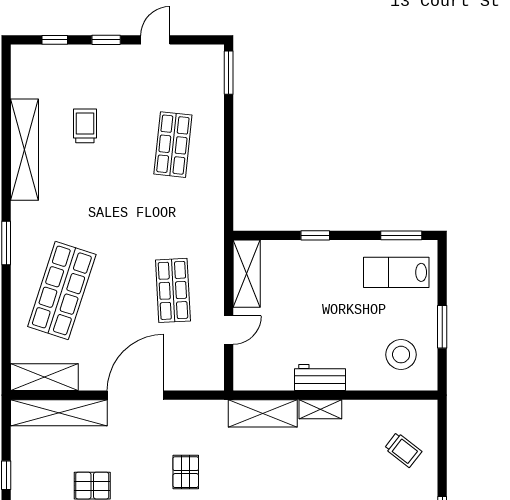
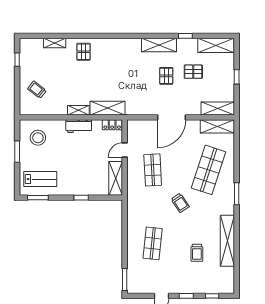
trolley: (118, 225) -> (180, 203), added
locker: (253, 380) -> (112, 125), added
shelving: (59, 413) -> (218, 108), width x0.68
pallet: (186, 472) -> (166, 76), moved

